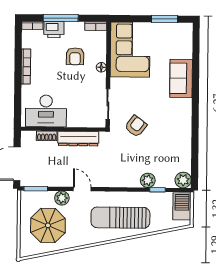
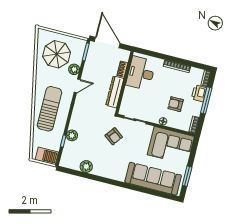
sofa: (181, 78) -> (153, 179), width x1.85, depth x1.27
plant: (183, 180) -> (86, 167), moved

